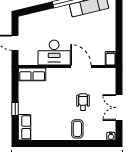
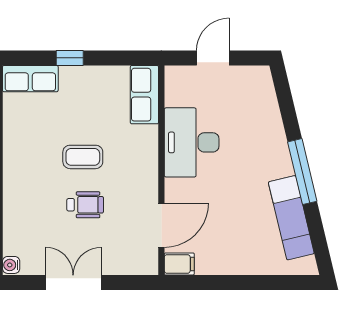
door: (81, 67) -> (161, 225), moved
coffee table: (77, 129) -> (83, 157), moved

